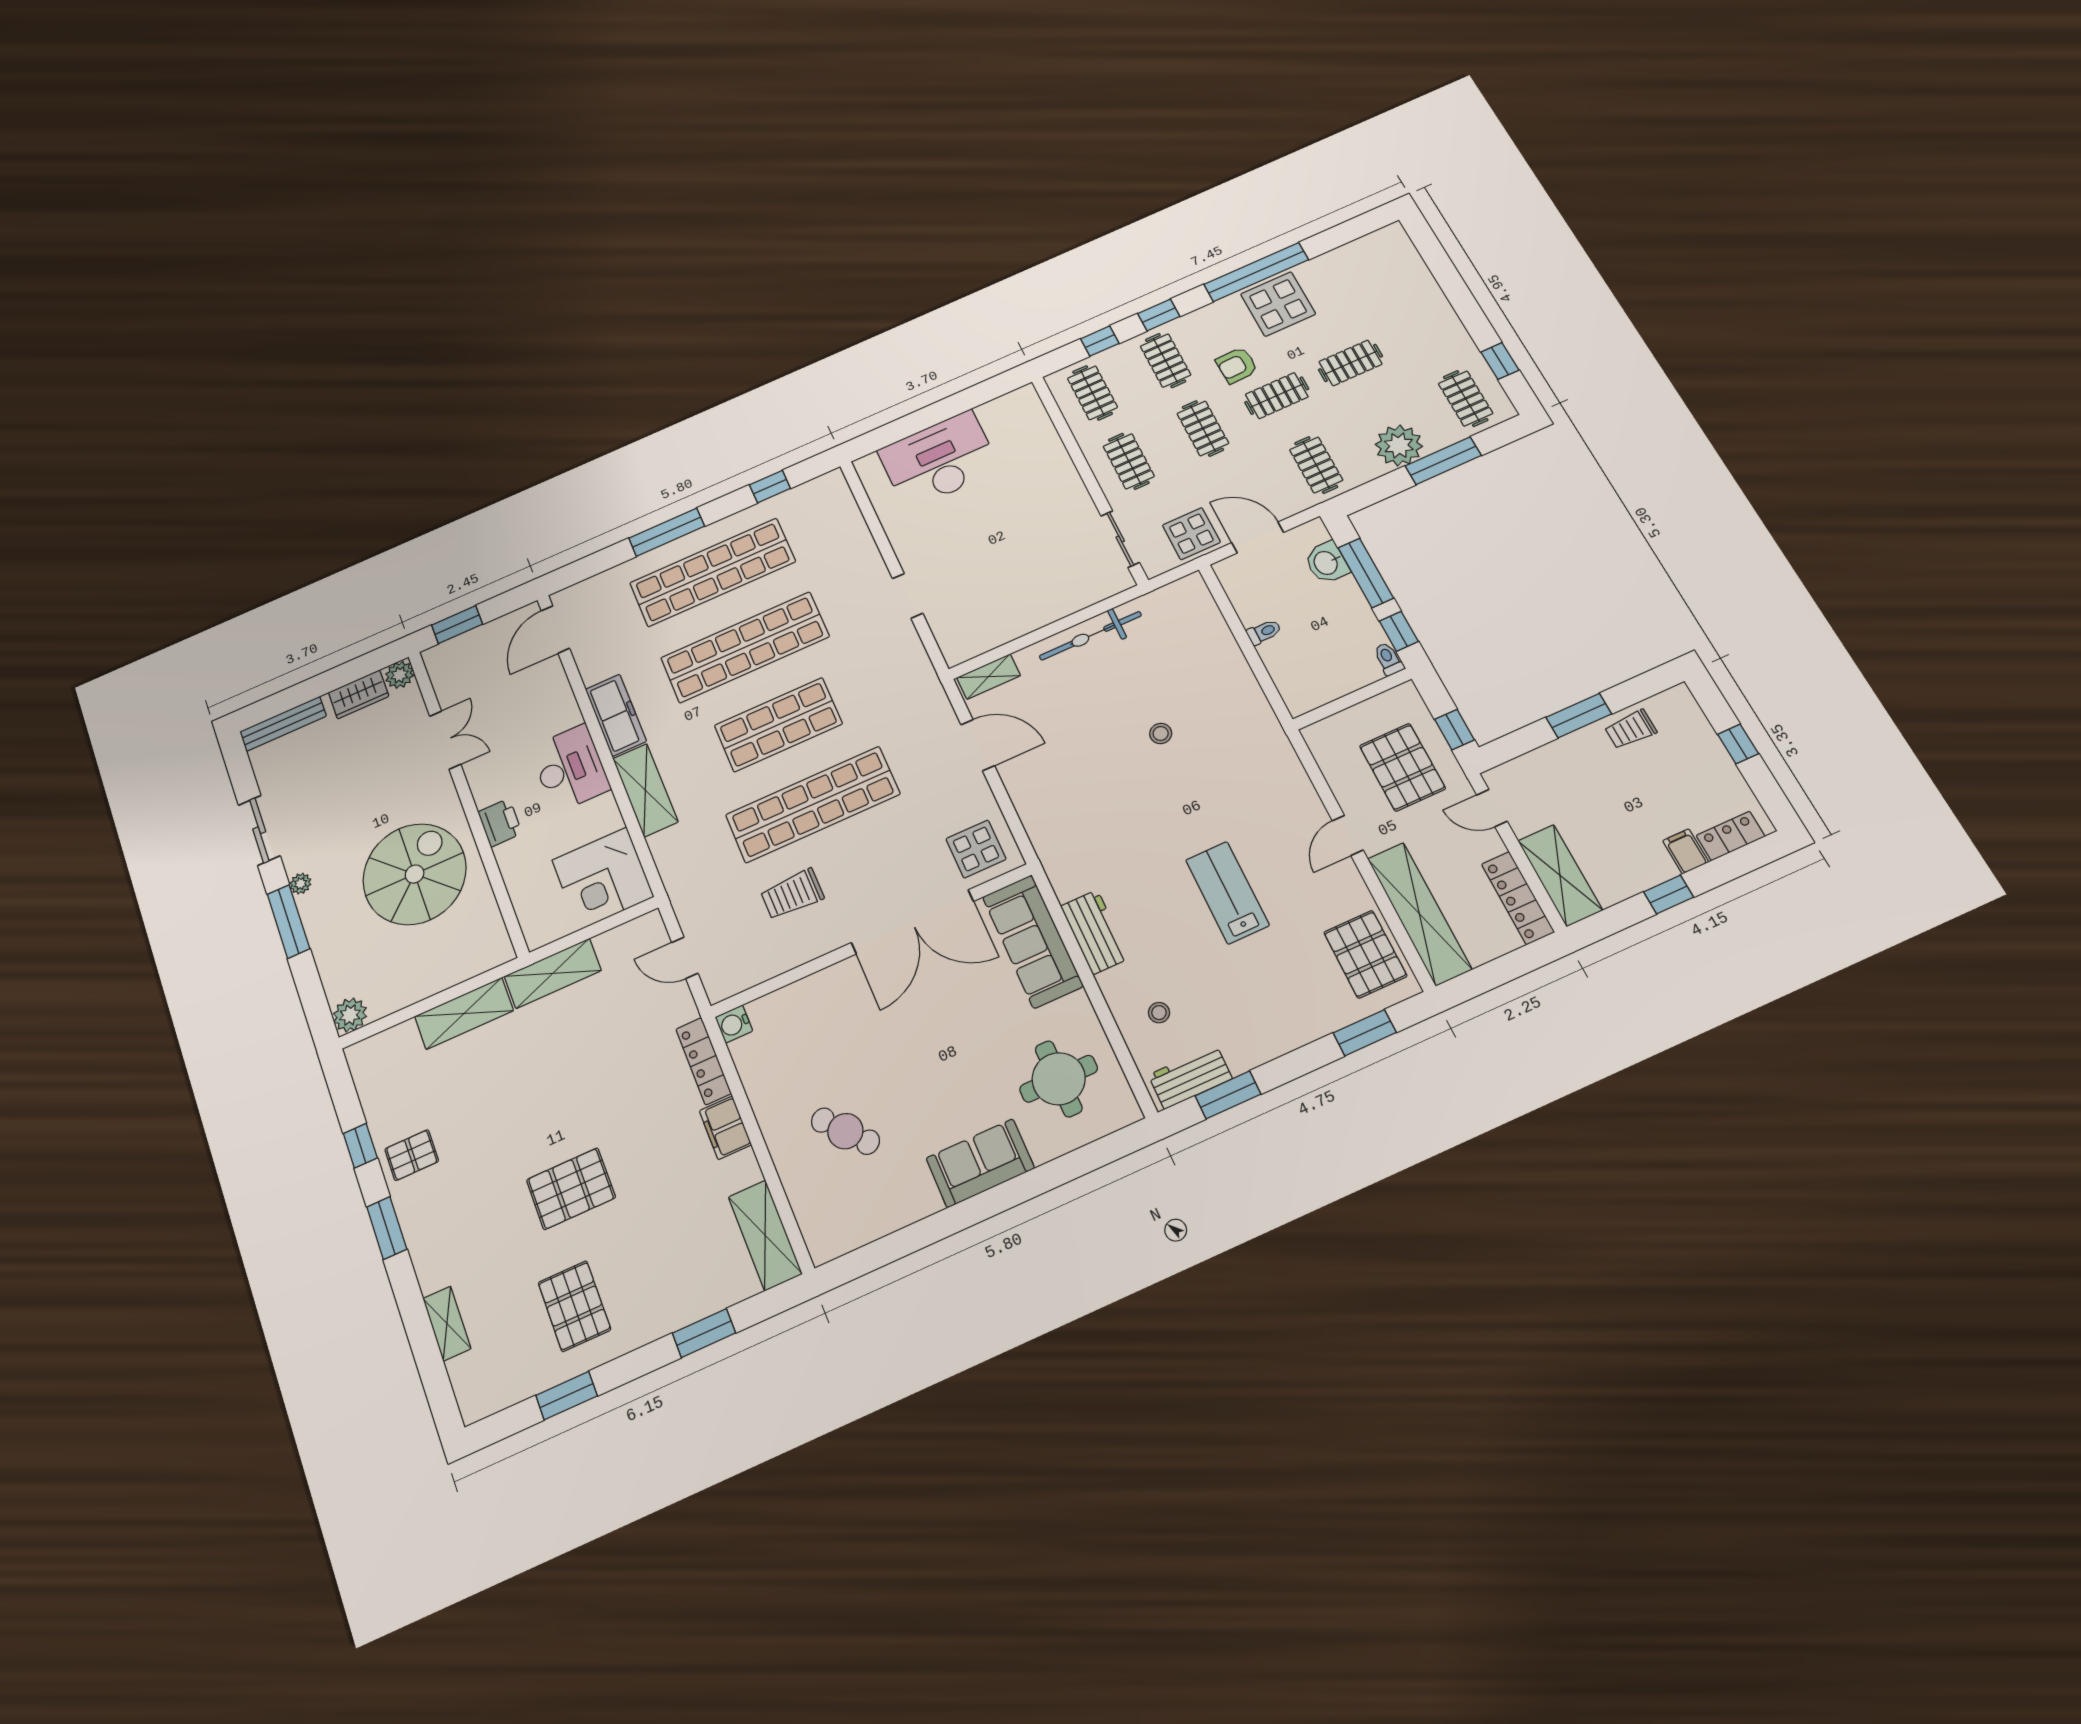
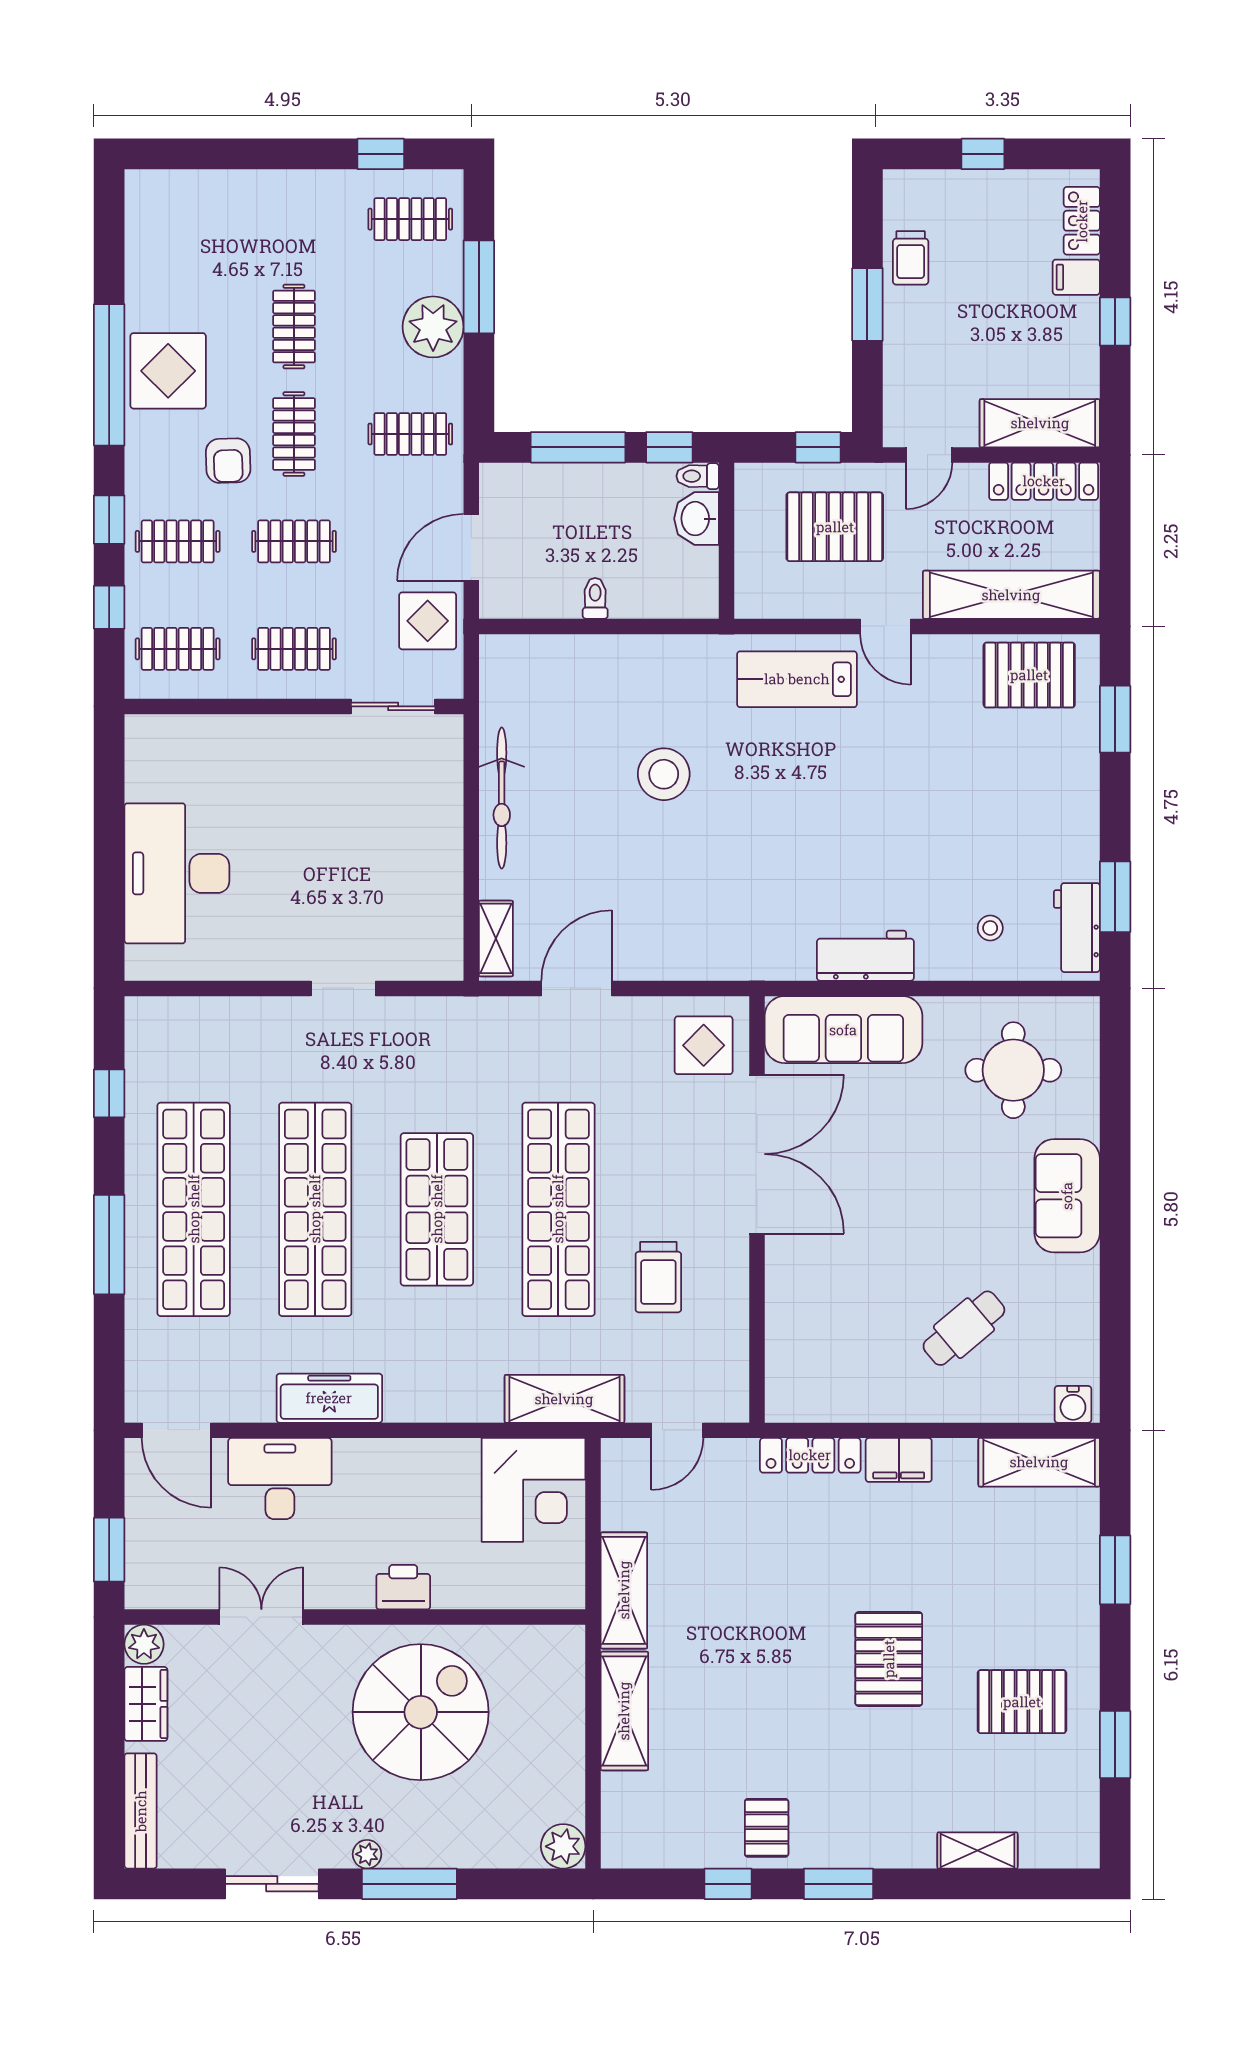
washbasin: (1327, 563) -> (697, 519), moved, turned 90
stool: (1161, 733) -> (664, 774), width x1.89, depth x1.89
desk: (570, 768) -> (280, 1479), moved
shelving: (645, 790) -> (564, 1399), moved
spiral stairs: (415, 874) -> (421, 1712), turned 90
lab bench: (1227, 893) -> (797, 679), moved
water cooler: (734, 1024) -> (1073, 1404), moved

